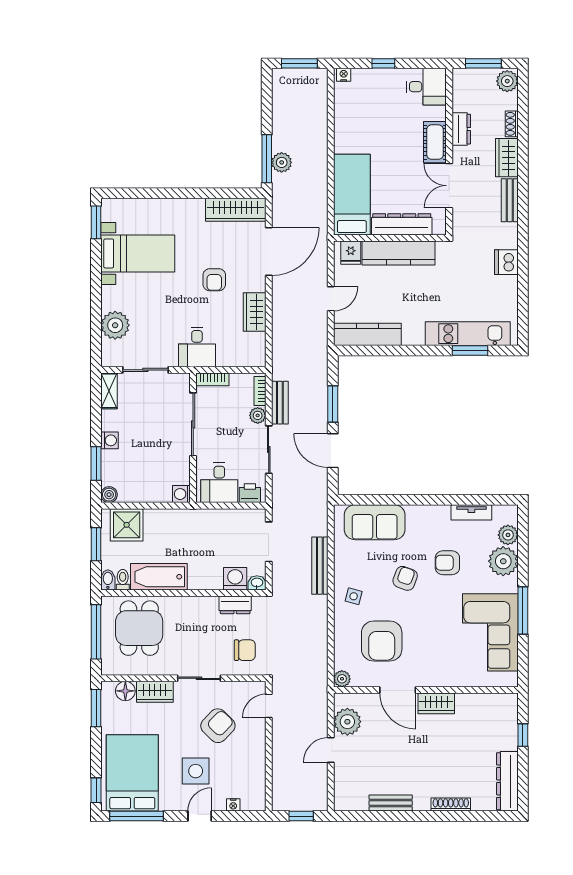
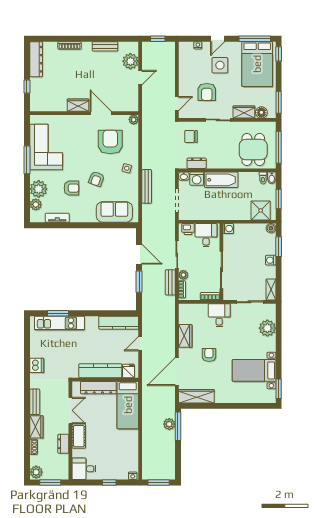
bathtub: (159, 577) -> (221, 180), moved
plant: (347, 722) -> (130, 61), moved
armchair: (218, 726) -> (207, 92), turned -44

